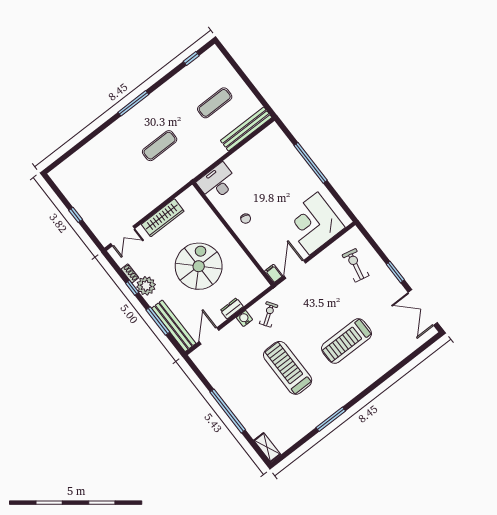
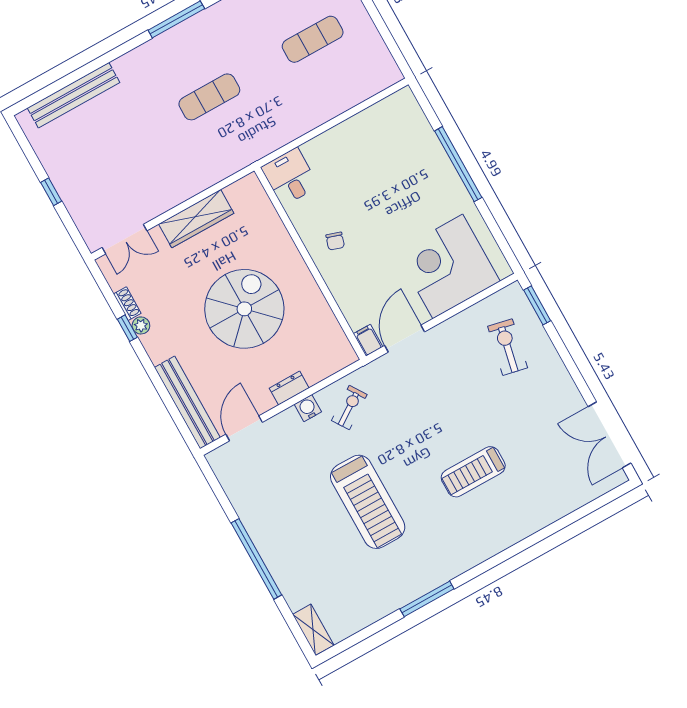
bench: (246, 129) -> (74, 95), moved
desk: (217, 182) -> (290, 177), width x0.73
window: (395, 272) -> (537, 305), moved
plant: (146, 286) -> (141, 325), width x0.53, depth x0.53
window: (158, 321) -> (162, 390), removed
treadmill: (347, 341) -> (473, 472), width x0.73, depth x0.73
treadmill: (288, 368) -> (368, 502), turned 180

